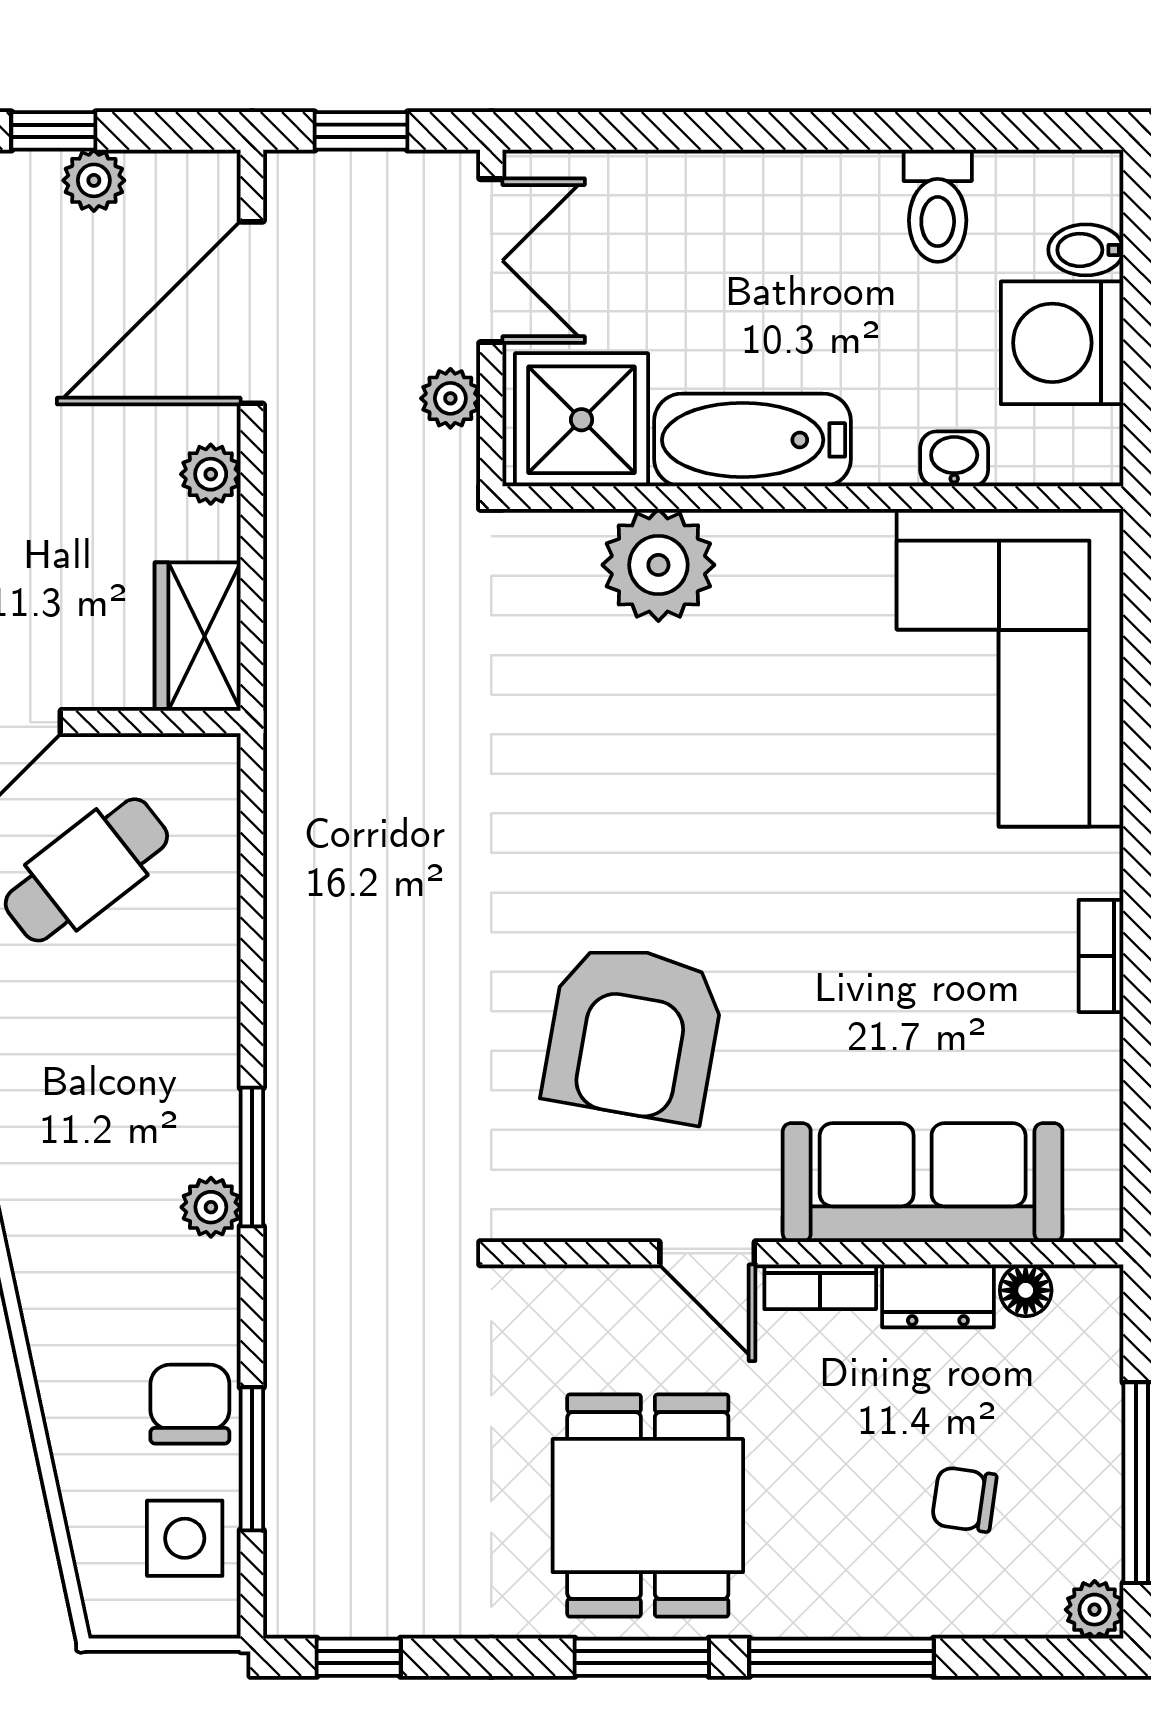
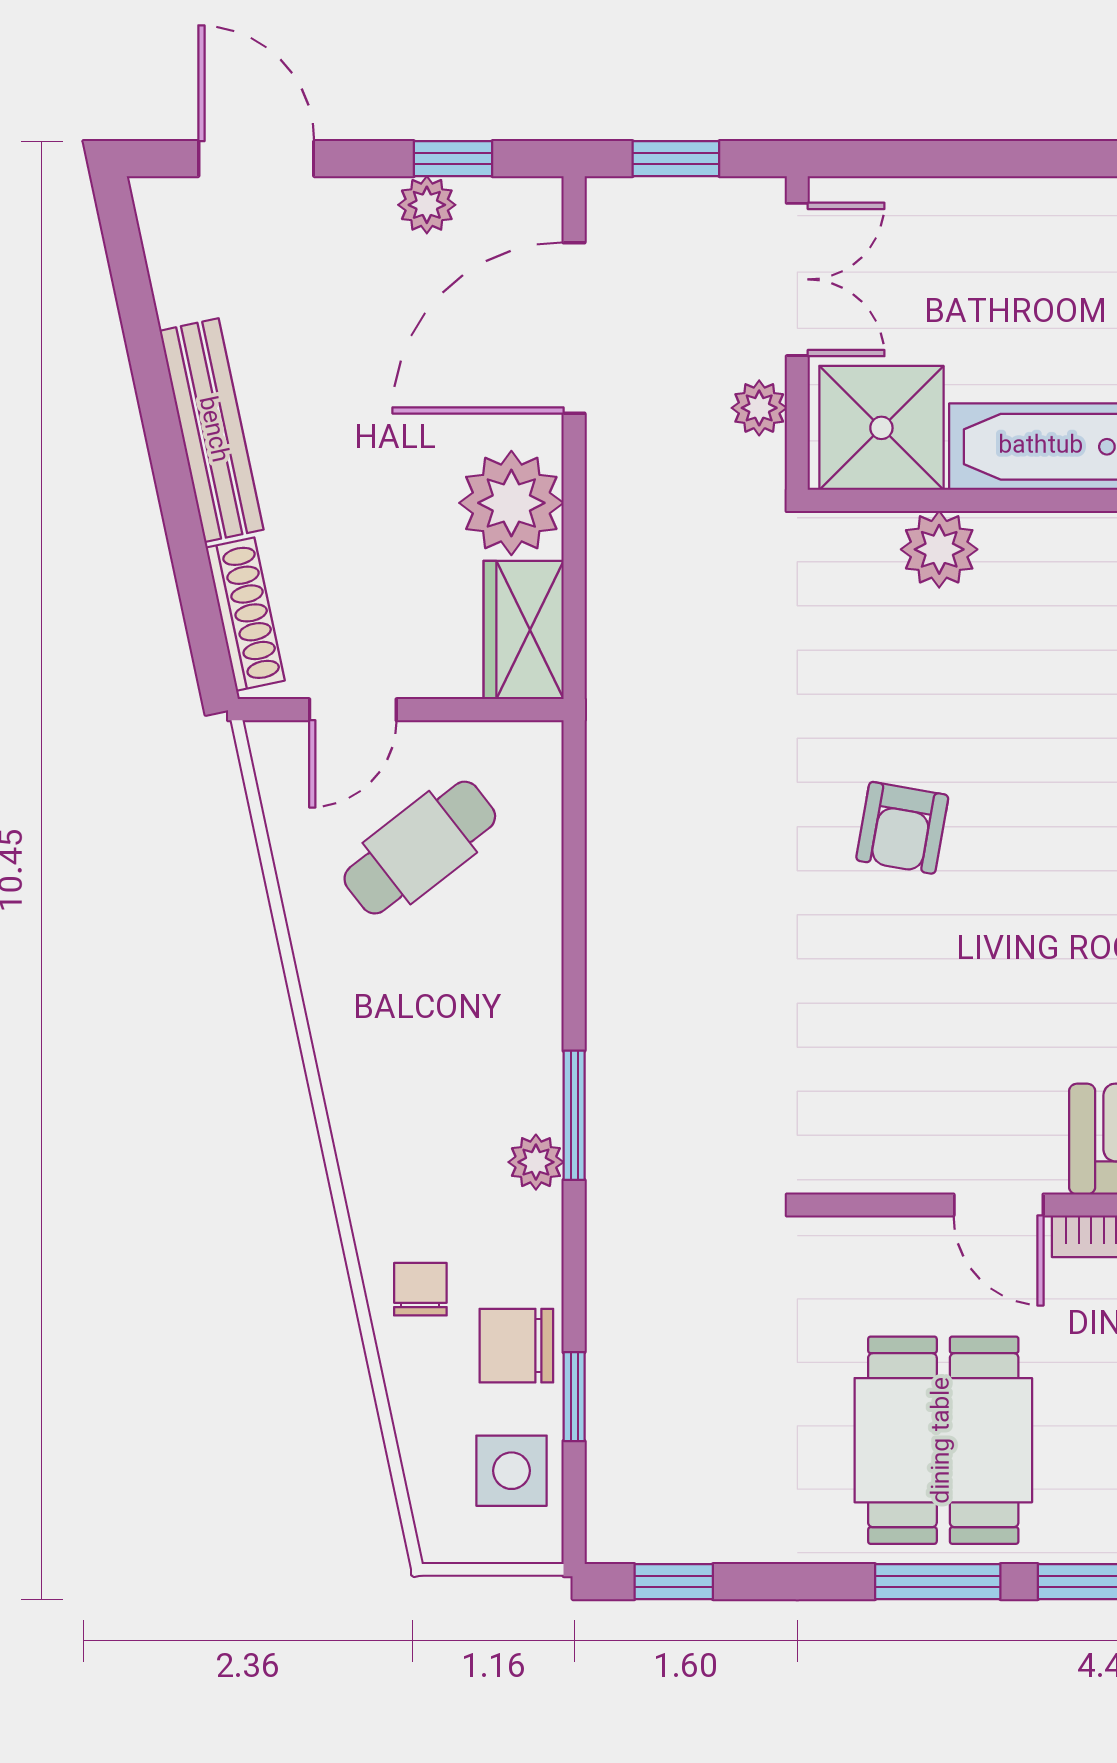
window: (53, 131) -> (453, 159), moved
plant: (211, 474) -> (511, 503), width x1.87, depth x1.87
plant: (658, 565) -> (939, 549), width x0.73, depth x0.73
armchair: (634, 1033) -> (902, 828), moved, width x0.53, depth x0.53
chair: (87, 1344) -> (420, 1289), added
chair: (190, 1404) -> (516, 1346), turned -90
window: (252, 1459) -> (574, 1397), width x0.67

